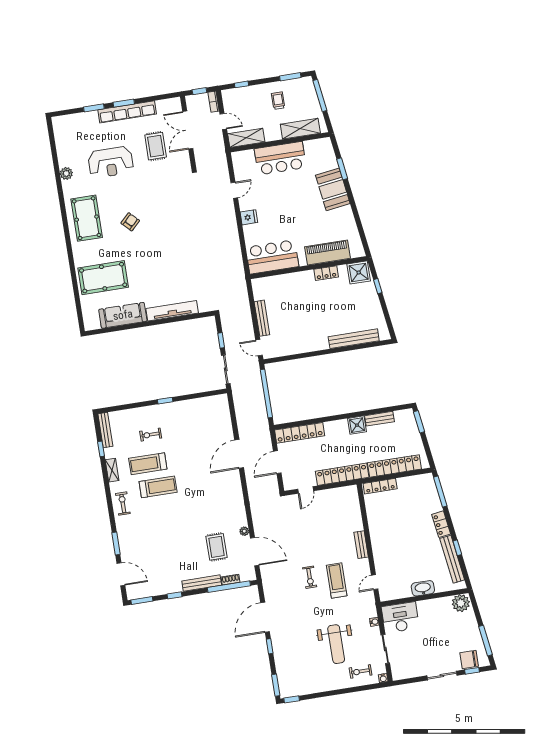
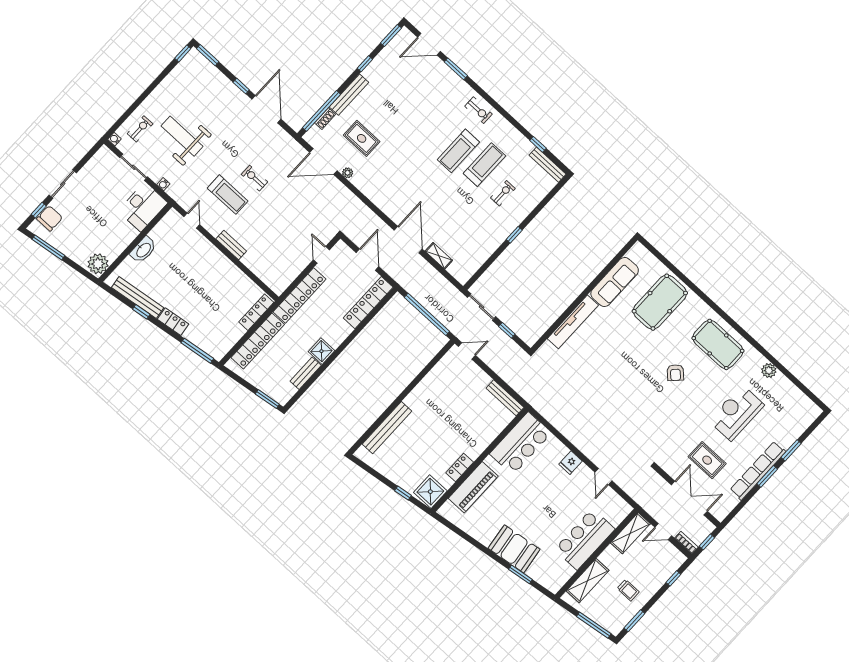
bench: (262, 318) -> (505, 398), moved
shelving: (112, 470) -> (439, 256), moved

